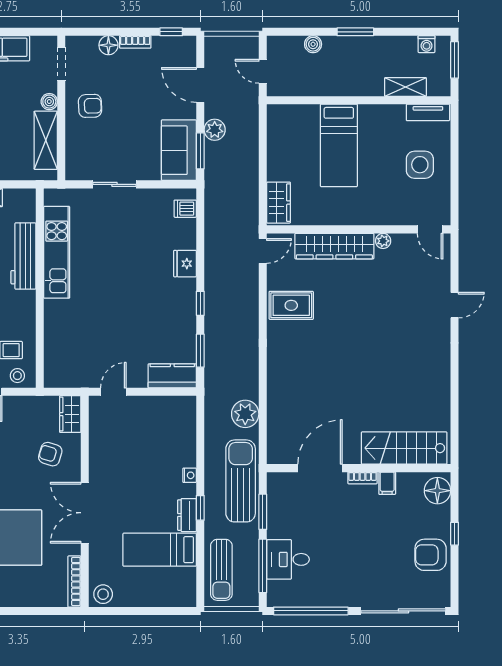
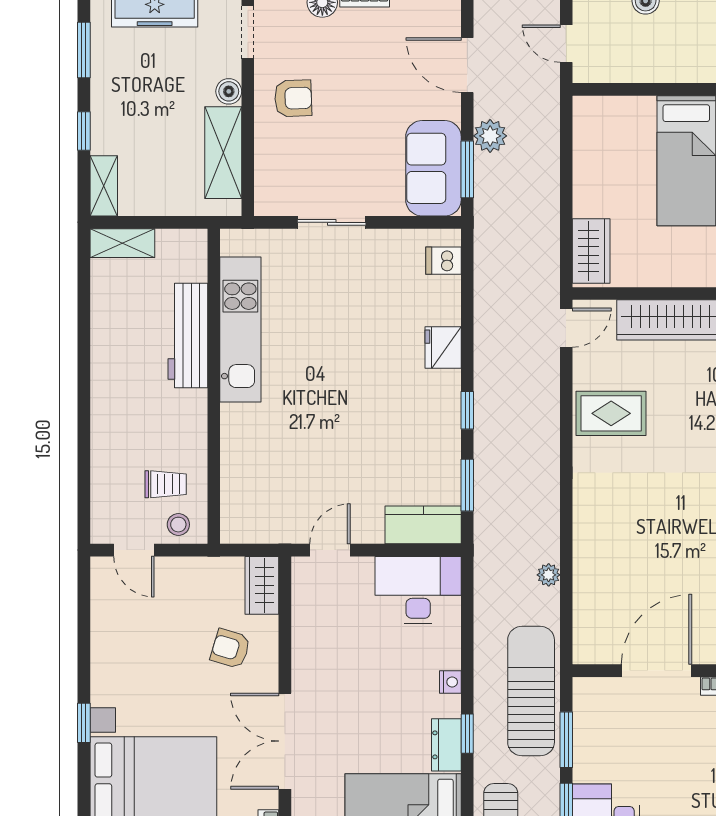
plant: (245, 414) -> (549, 575), width x0.53, depth x0.53
desk: (169, 417) -> (418, 590), added

